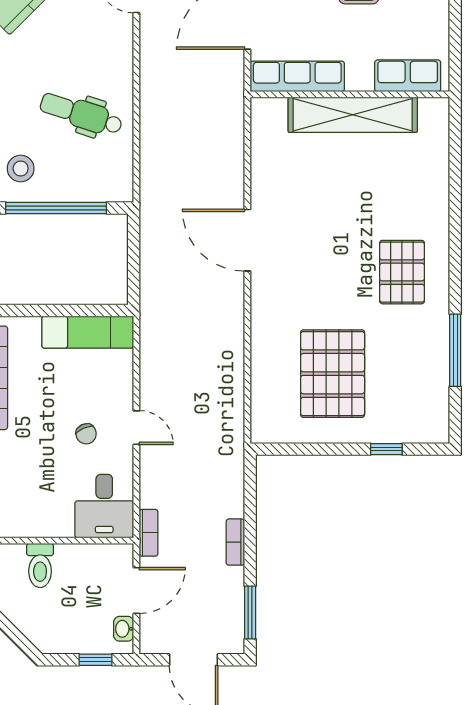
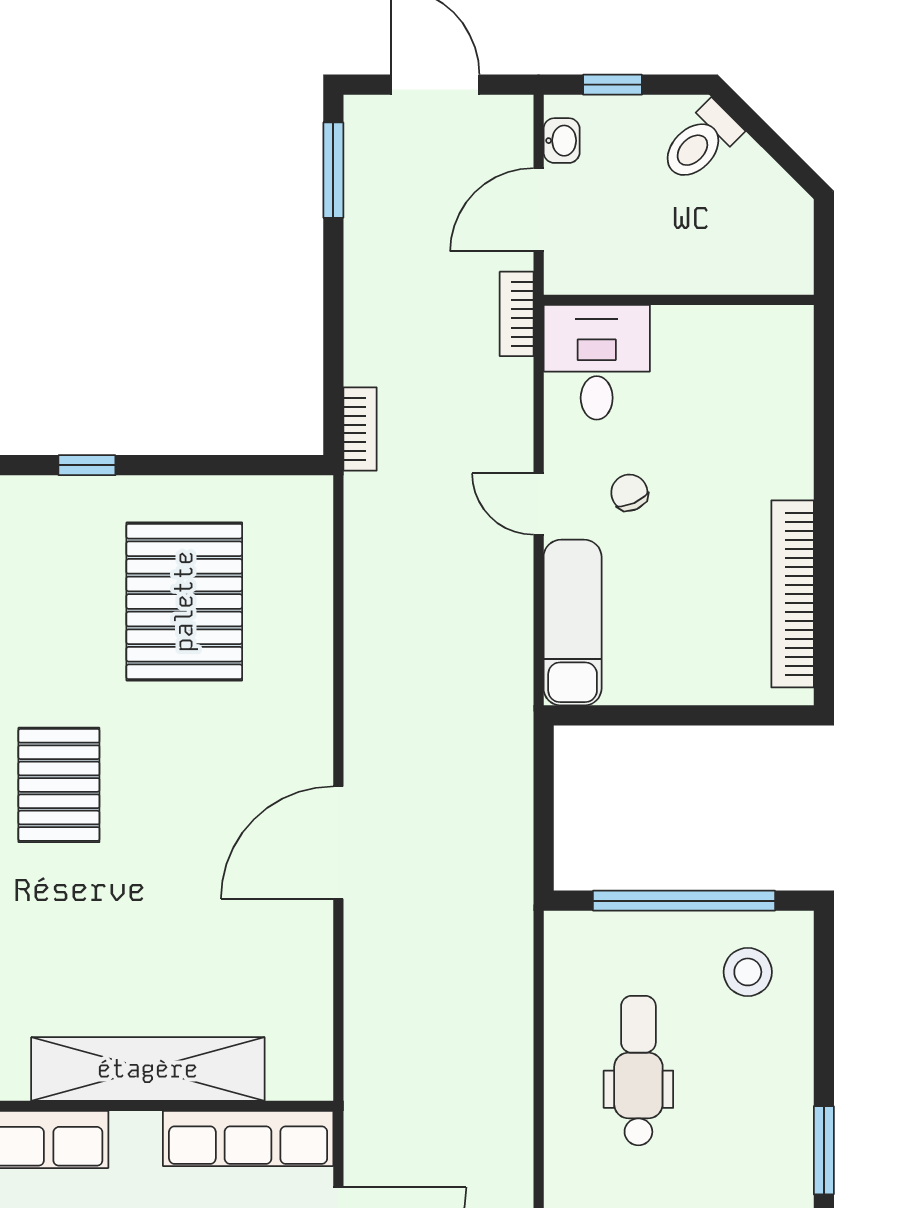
dental chair: (81, 114) -> (638, 1071), turned -108
door: (247, 240) -> (338, 843), swing flipped
exam couch: (88, 332) -> (573, 623), moved, turned 90
bookcase: (235, 542) -> (360, 429), moved
toilet: (40, 565) -> (700, 142), moved, turned -135

